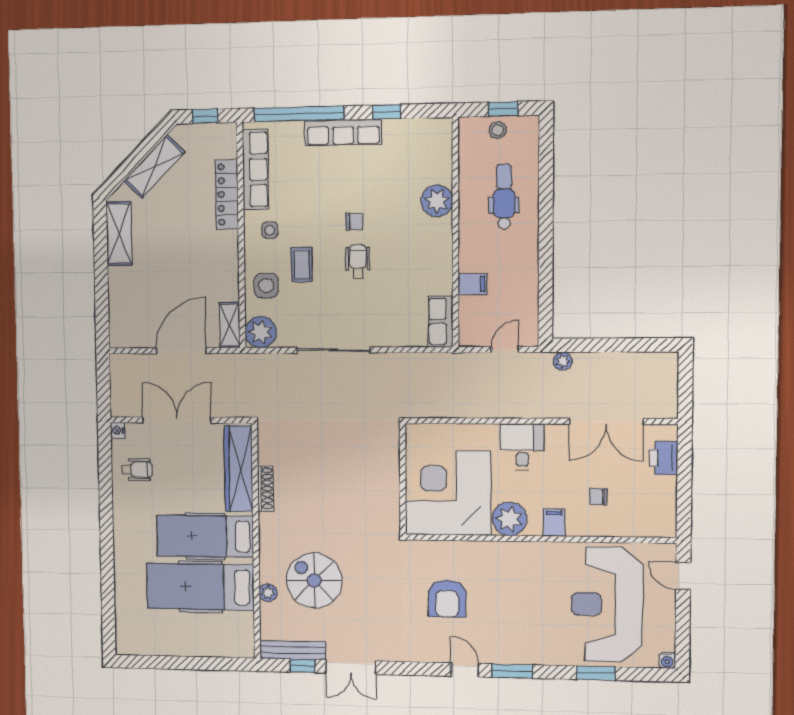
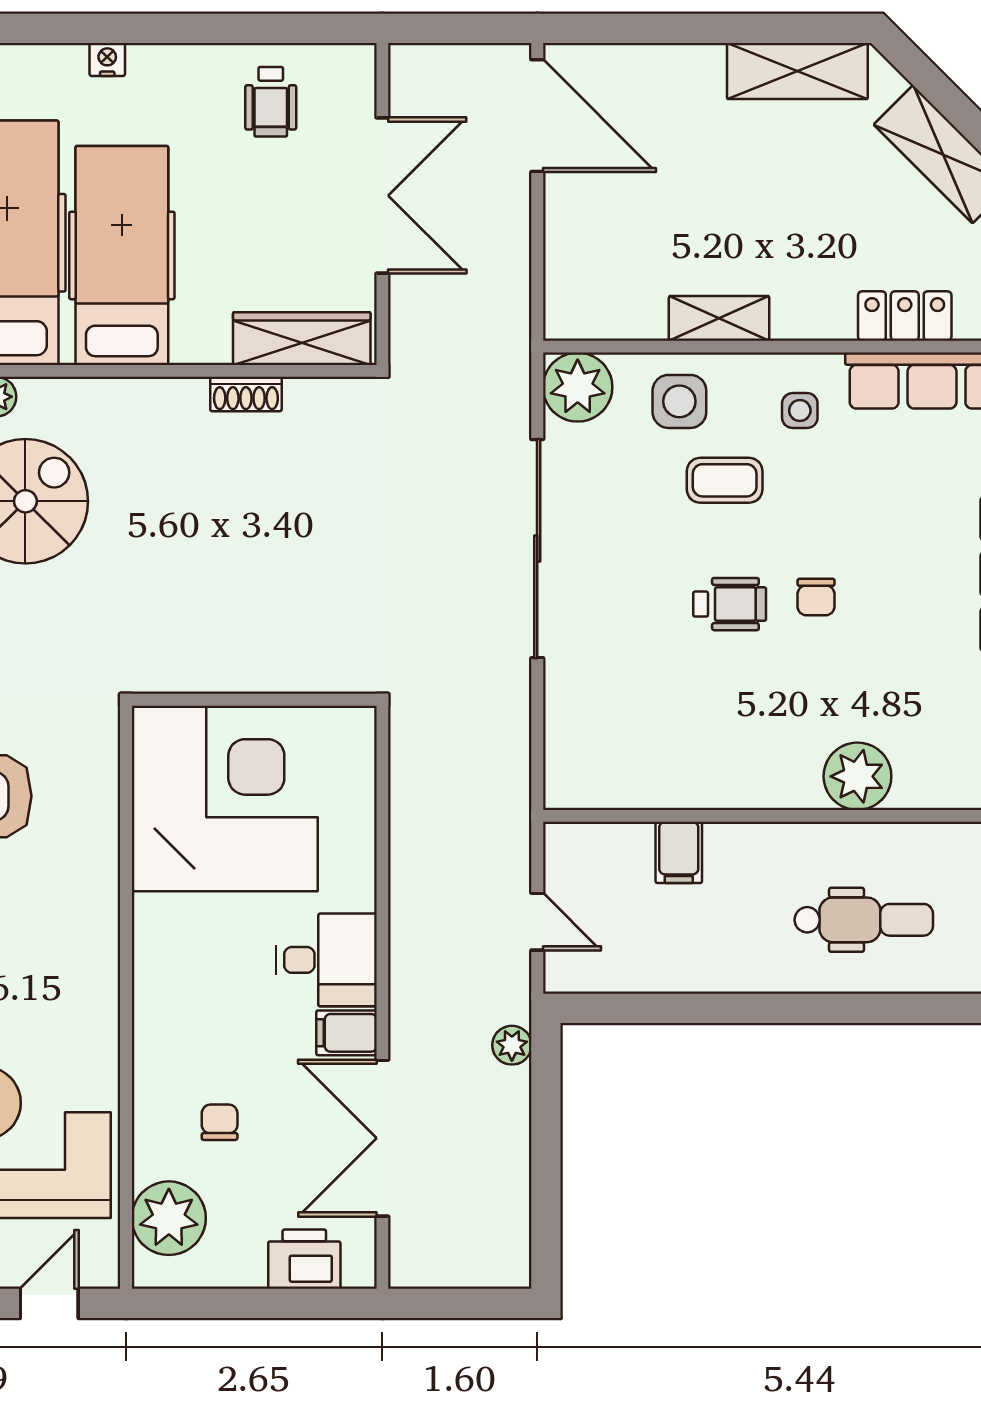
locker: (227, 194) -> (905, 316), width x0.66
row of seats: (441, 321) -> (599, 783), removed
shelving: (230, 325) -> (719, 318), moved
sliding door: (333, 350) -> (537, 549), width x1.36
door: (181, 351) -> (537, 116), moved
nightstand: (118, 430) -> (107, 60), moved
wardrobe: (239, 469) -> (302, 339), width x0.71, depth x0.85
shoe rack: (265, 488) -> (246, 394), width x0.70
plant: (509, 519) -> (169, 1218), moved
filing cabinet: (554, 523) -> (347, 1033), moved, turned 180

